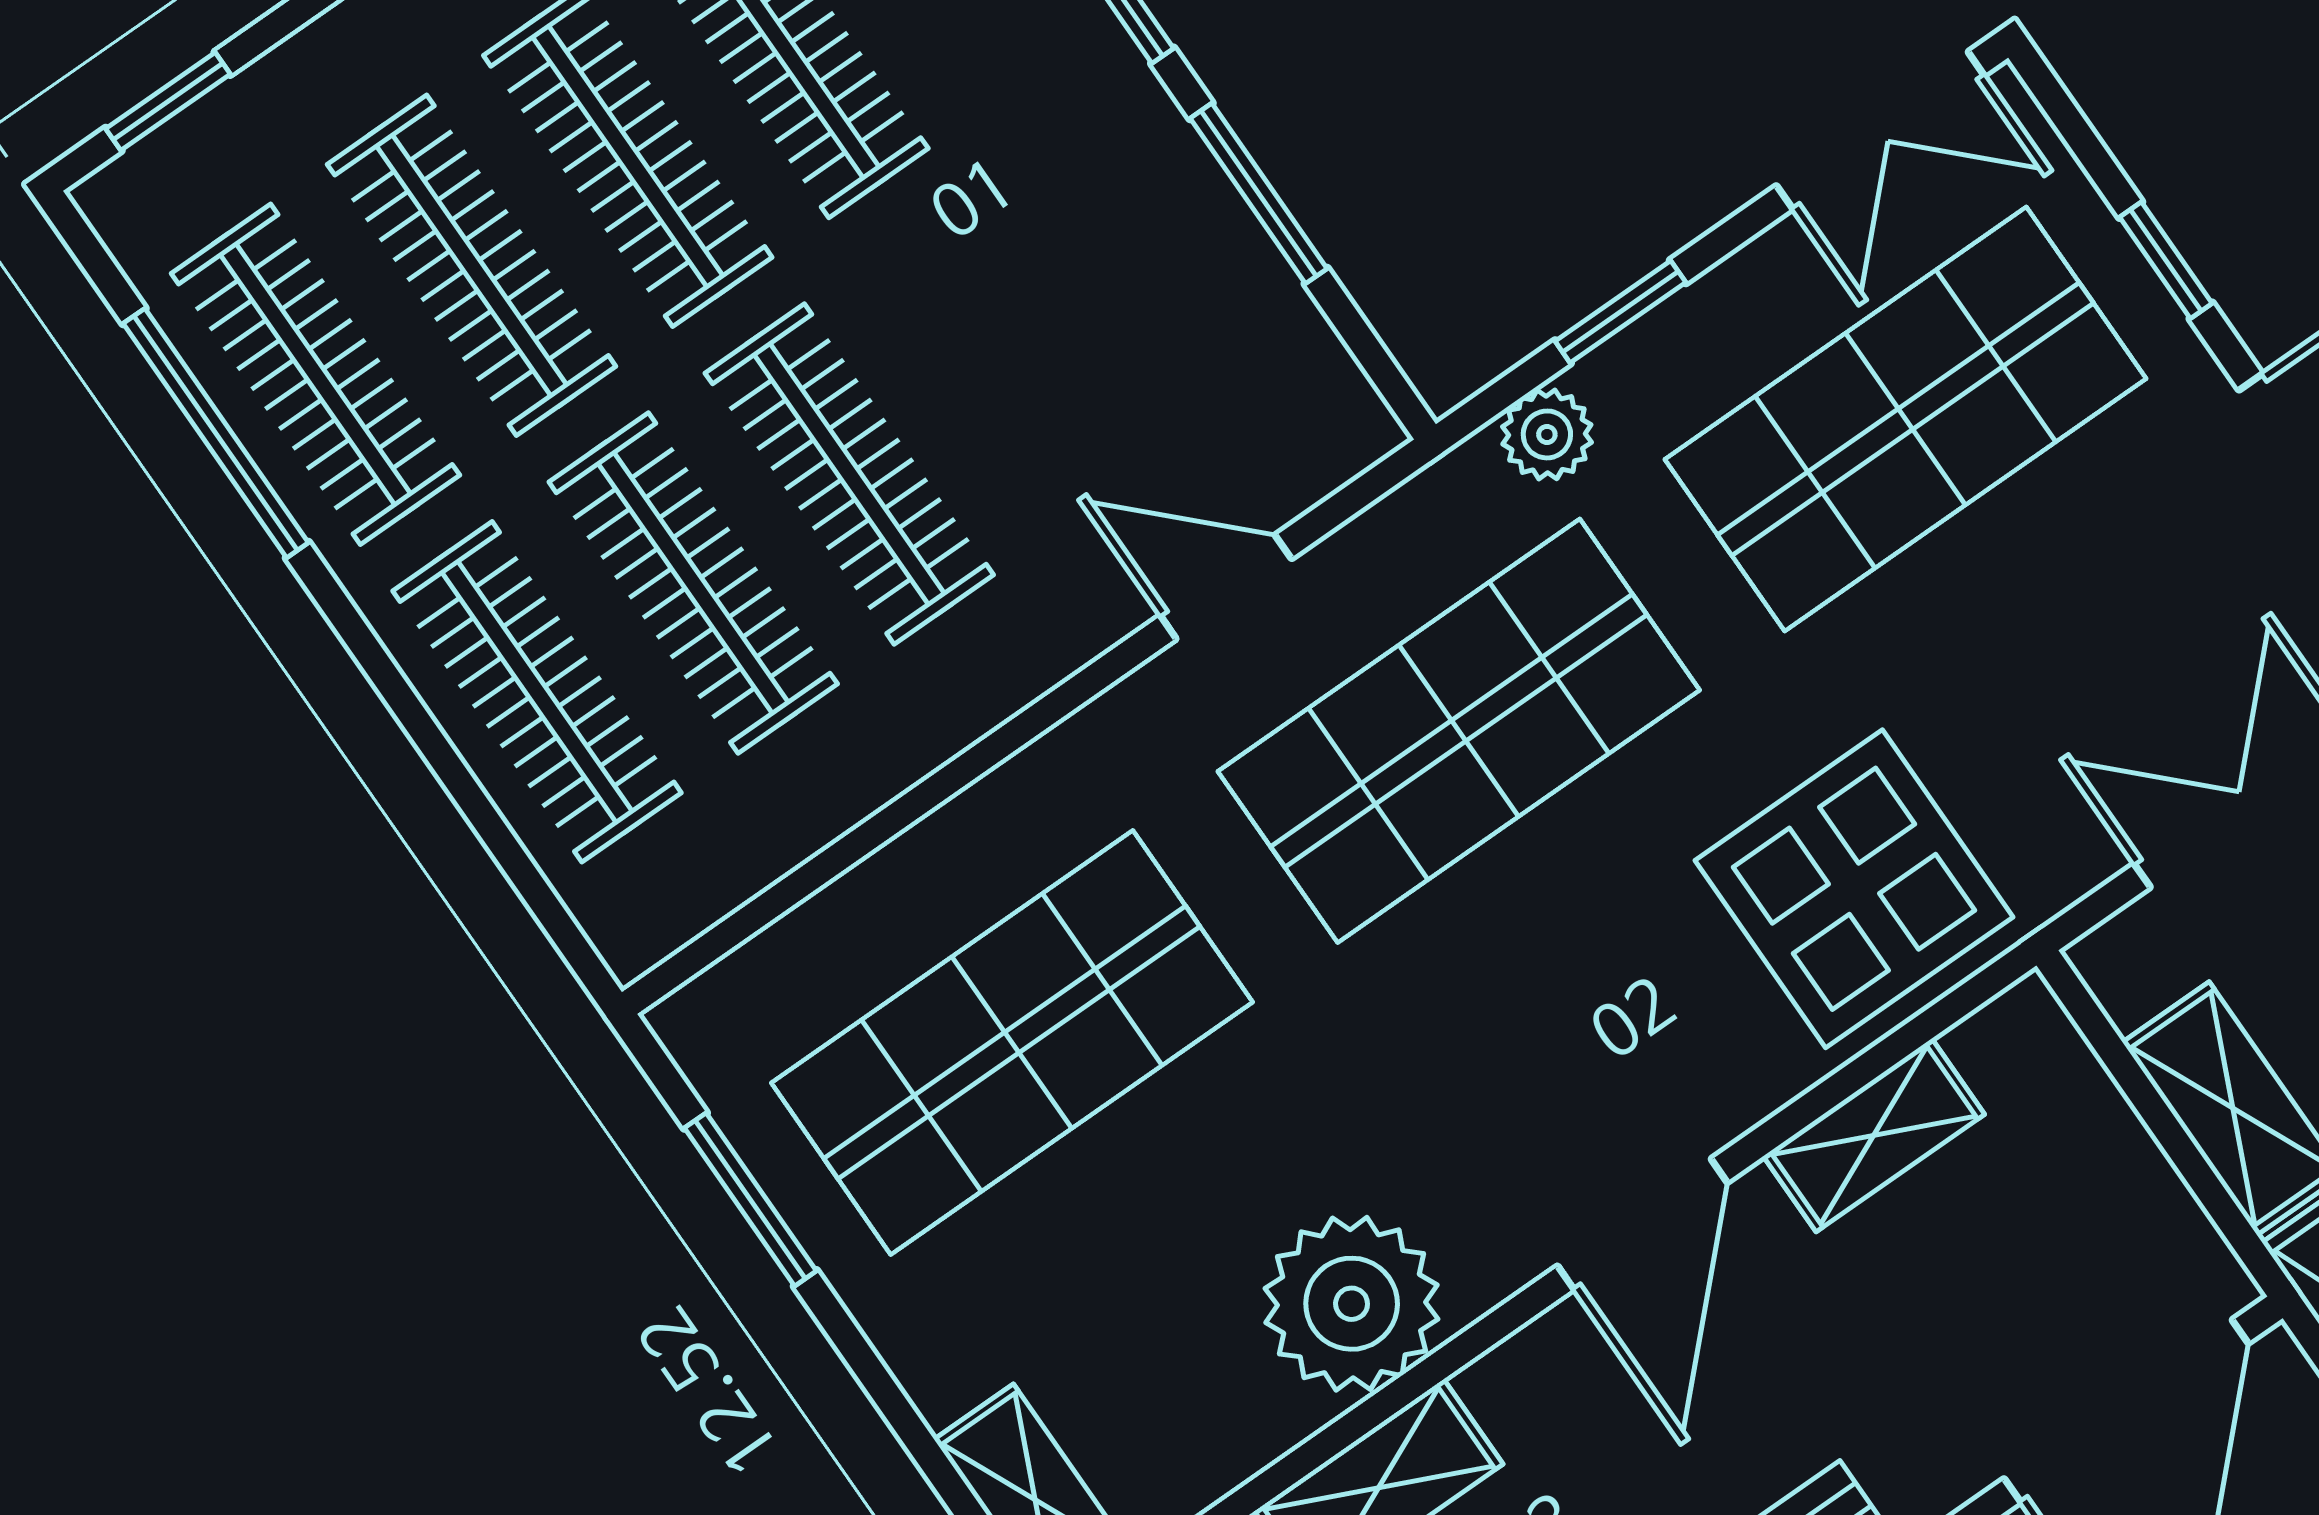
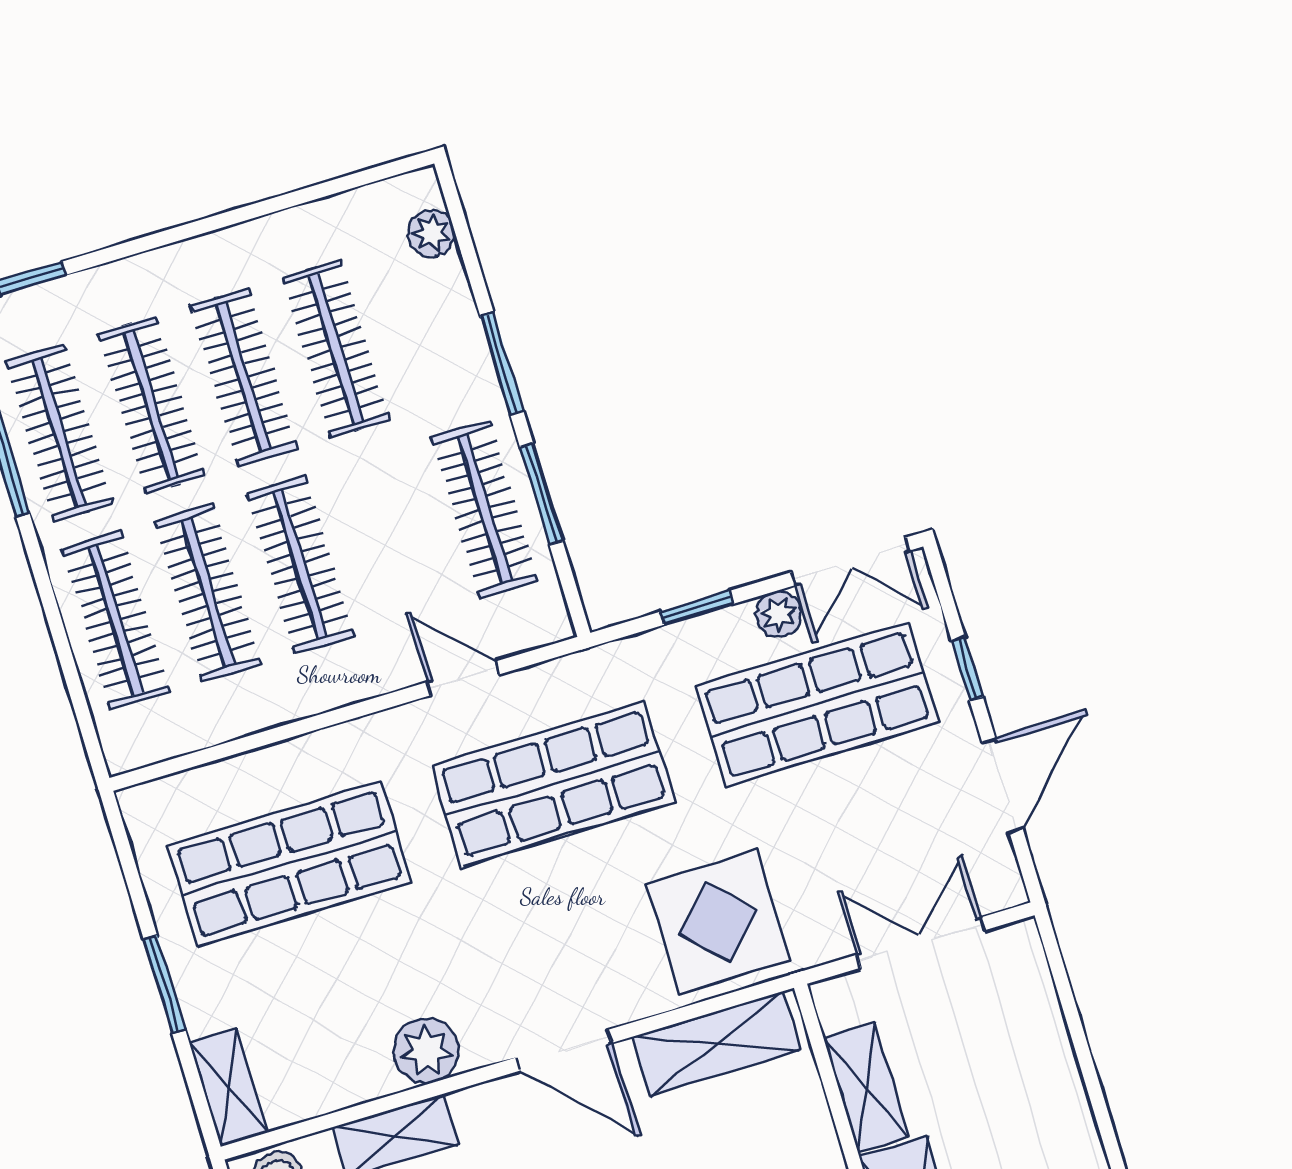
clothes rail: (1162, 256) -> (485, 509), added
plant: (1547, 434) -> (778, 614), moved
shelving: (1874, 1135) -> (716, 1044), width x1.50, depth x1.33
window: (750, 1199) -> (164, 984), moved
door: (1642, 1224) -> (564, 1050), hinge flipped
plant: (1352, 1304) -> (426, 1051), width x0.73, depth x0.73

